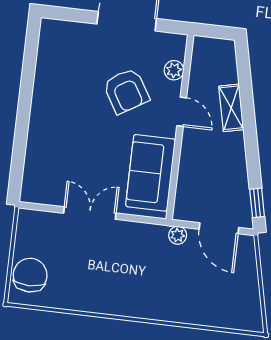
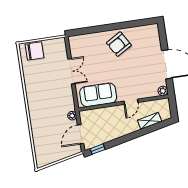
plant: (174, 70) -> (163, 91), moved
armchair: (126, 91) -> (119, 44), moved
shelving: (231, 108) -> (150, 121), moved

